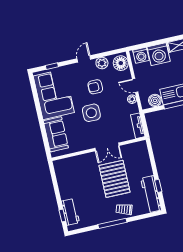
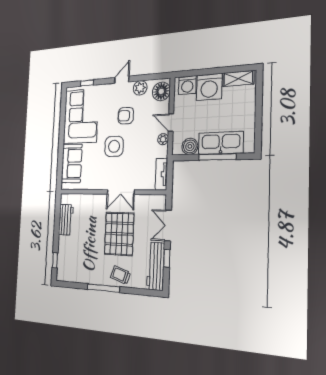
double door: (153, 162) -> (168, 226), added
workbench: (70, 212) -> (66, 220), moved

